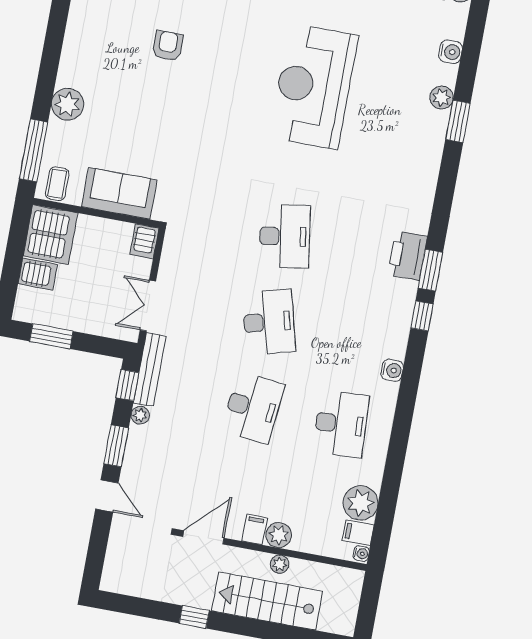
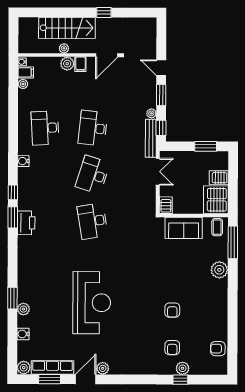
desk: (269, 322) -> (93, 175), turned 33
plant: (361, 503) -> (23, 84), width x0.53, depth x0.53

